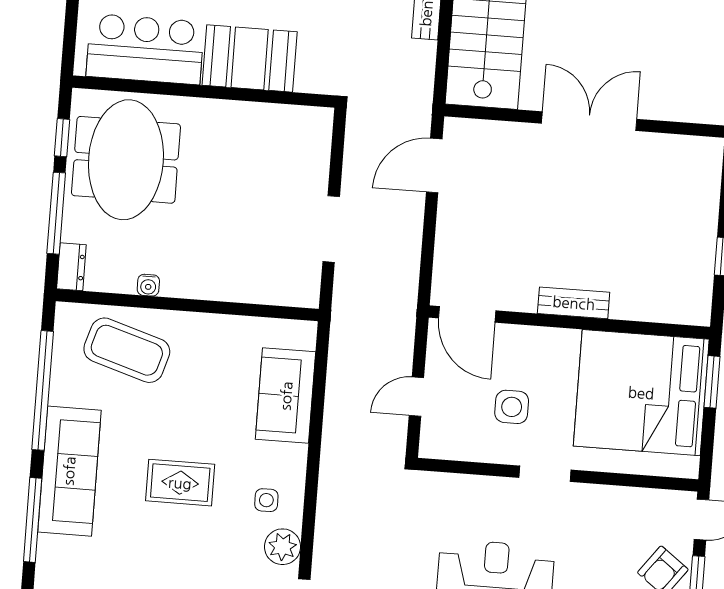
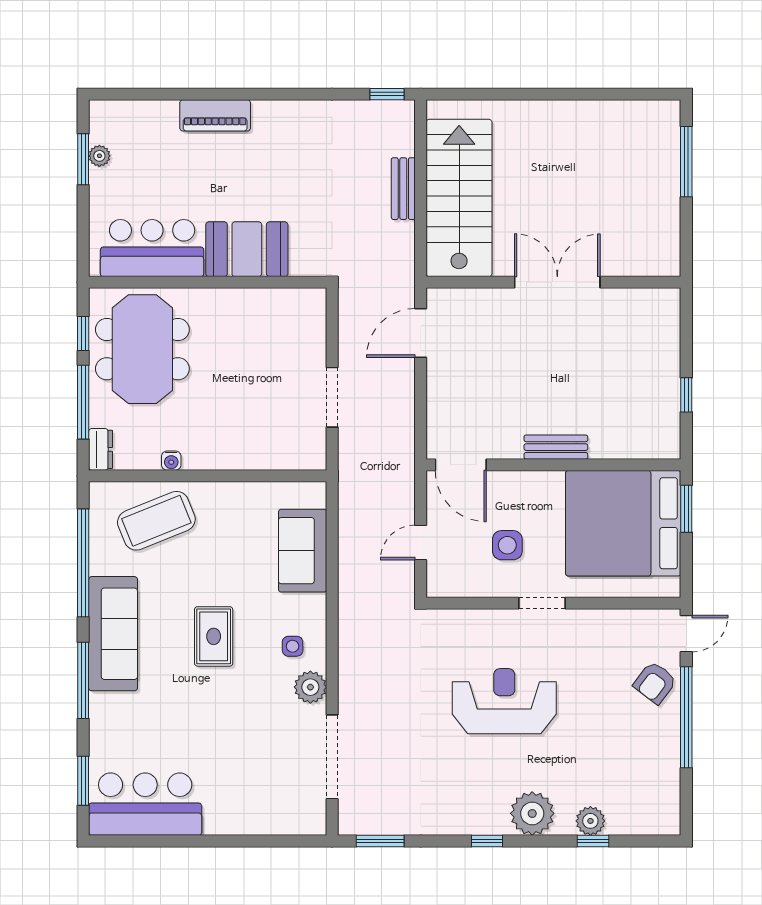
coffee table: (127, 350) -> (156, 521), turned -39
rug: (180, 483) -> (214, 636), turned 90

